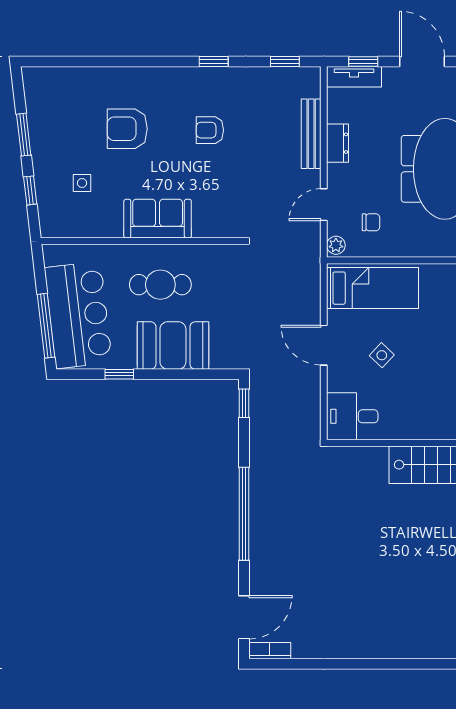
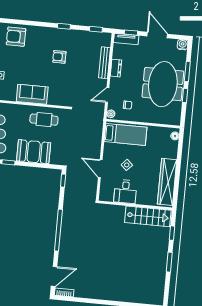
armchair: (127, 129) -> (16, 37), moved
cafe table: (160, 285) -> (44, 120), moved
door: (324, 345) -> (100, 169), moved
desk: (352, 416) -> (125, 192), moved, turned -90

